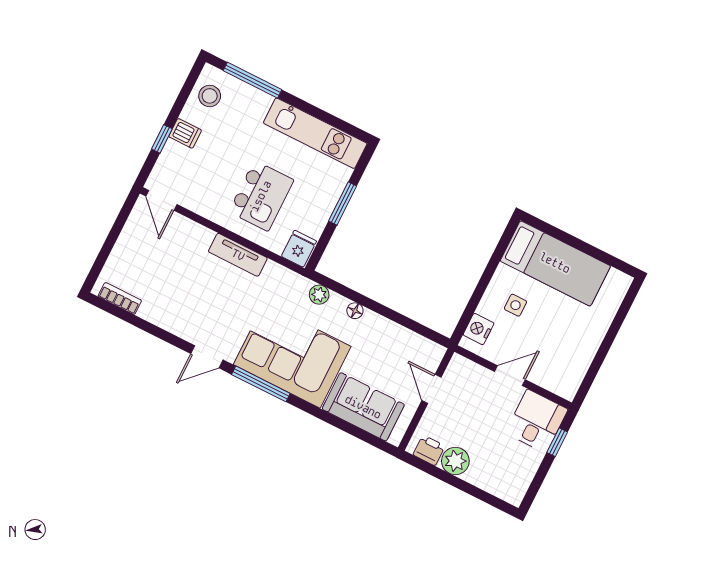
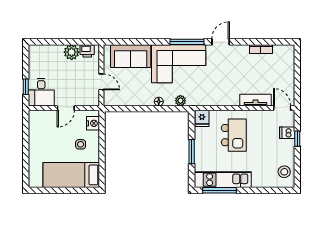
window: (252, 80) -> (219, 190), moved
dishwasher: (185, 133) -> (287, 133), moved
kitchen island: (261, 196) -> (234, 135), turned 180
tv unit: (238, 255) -> (255, 100), moved
bookcase: (120, 298) -> (261, 49), moved

